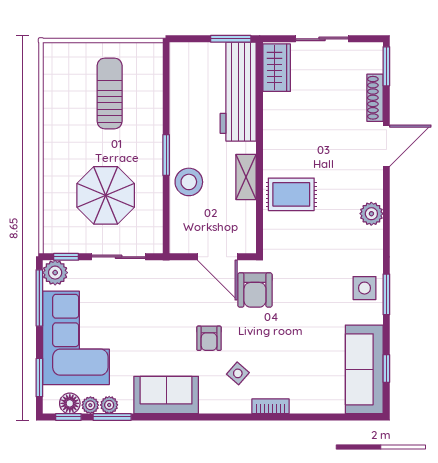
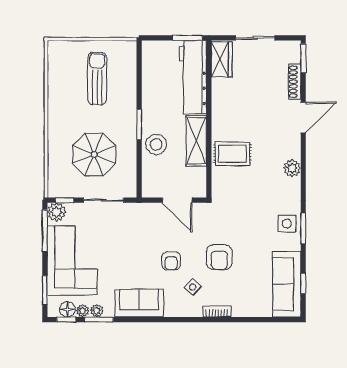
shelving: (246, 177) -> (196, 141), width x1.50, depth x1.33
armchair: (255, 290) -> (219, 257), moved

